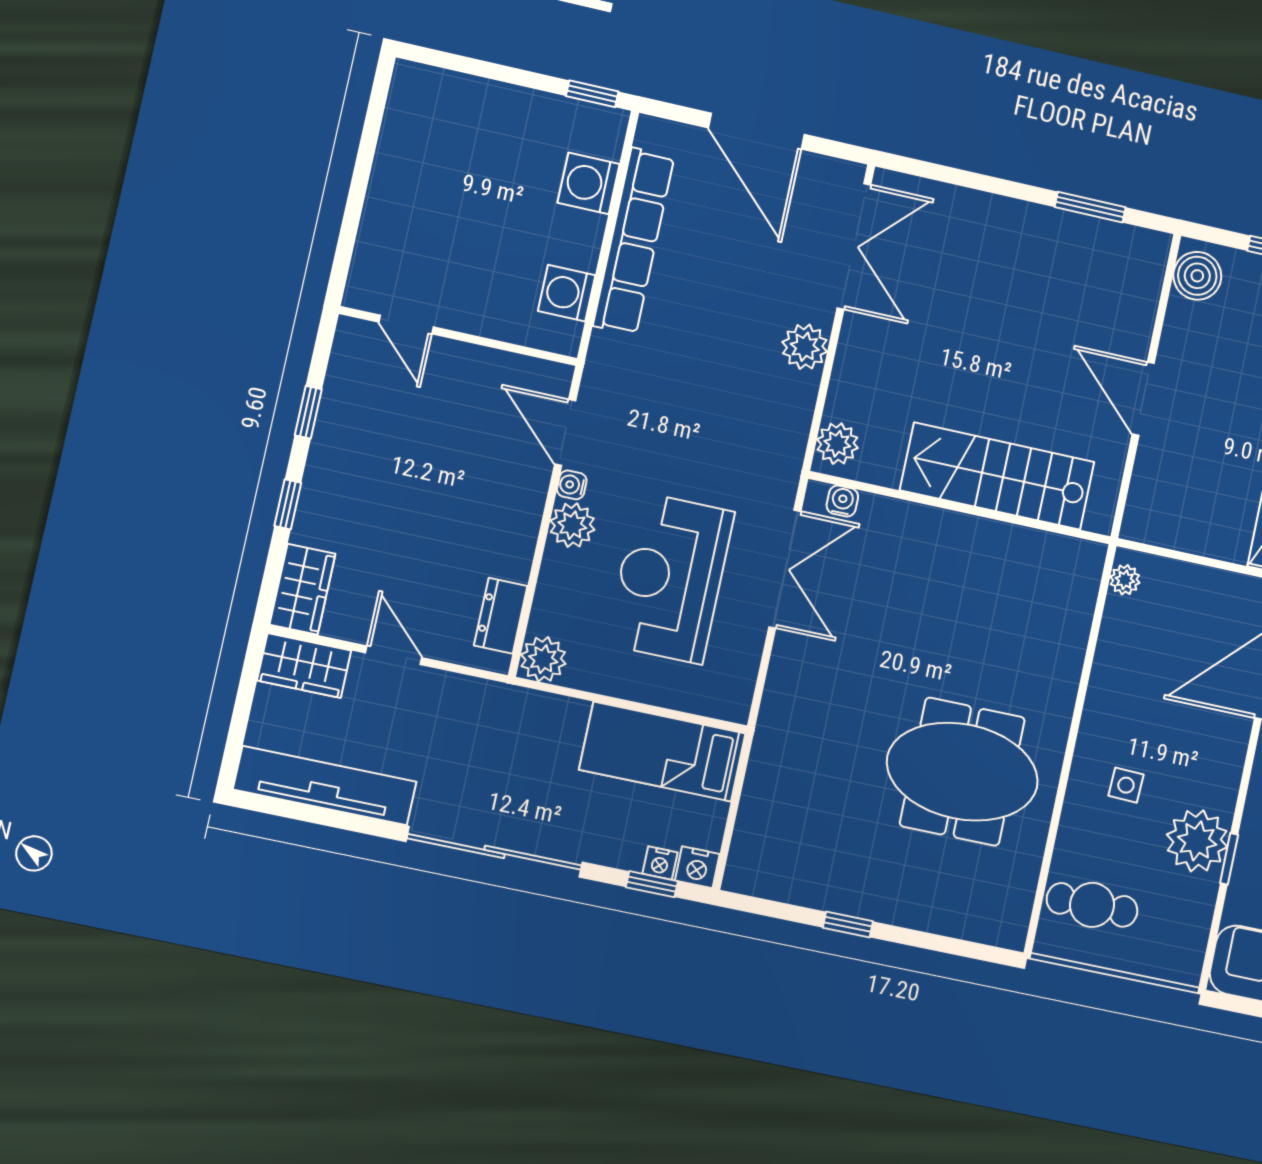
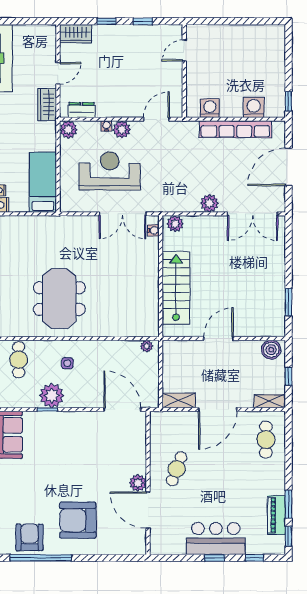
water cooler: (572, 485) -> (106, 126), moved
wardrobe: (304, 666) -> (47, 105), moved

